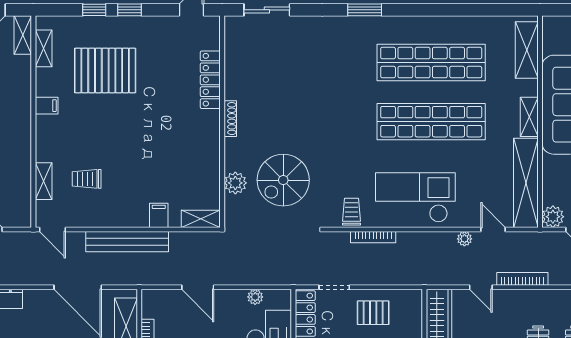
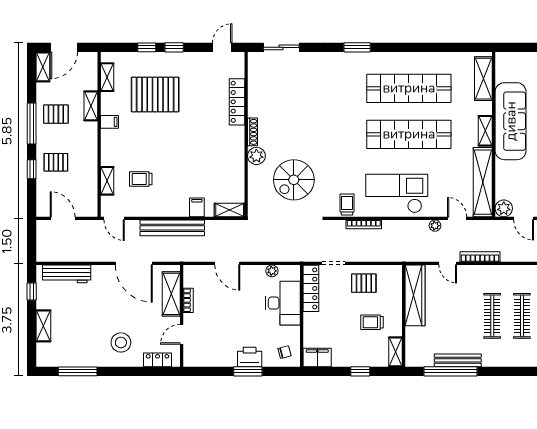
shelving: (23, 35) -> (91, 106), moved
plant: (235, 183) -> (256, 156), moved

